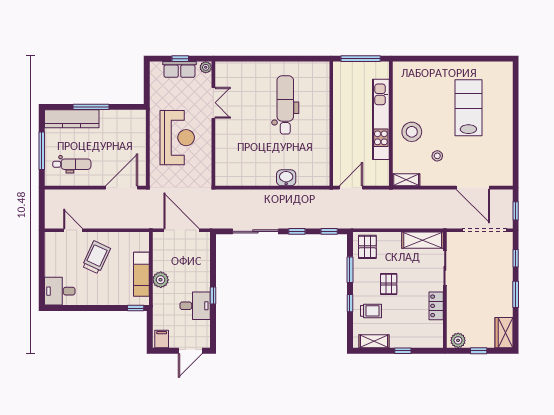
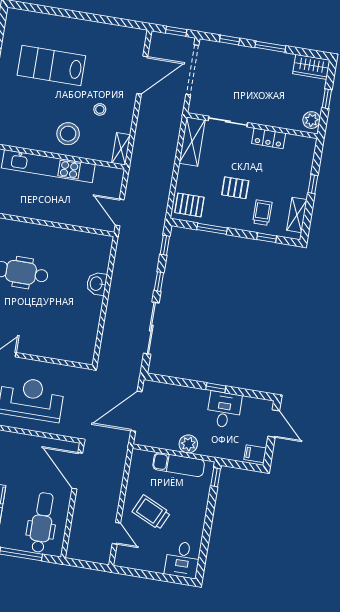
dental chair: (72, 164) -> (42, 523), width x1.36, depth x1.38
door: (73, 230) -> (116, 533), swing flipped
window: (350, 303) -> (267, 238), moved

